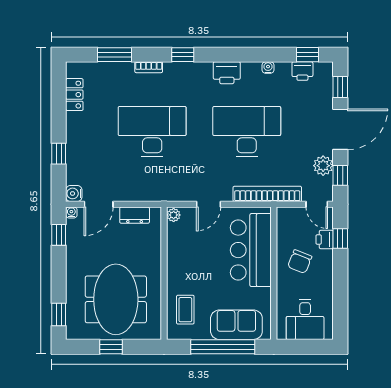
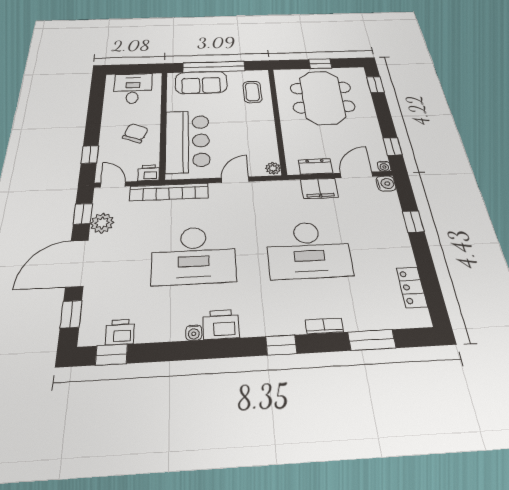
water cooler: (268, 68) -> (194, 333), moved
filing cabinet: (134, 191) -> (319, 188), added
printer: (325, 239) -> (149, 173), moved, turned -90

